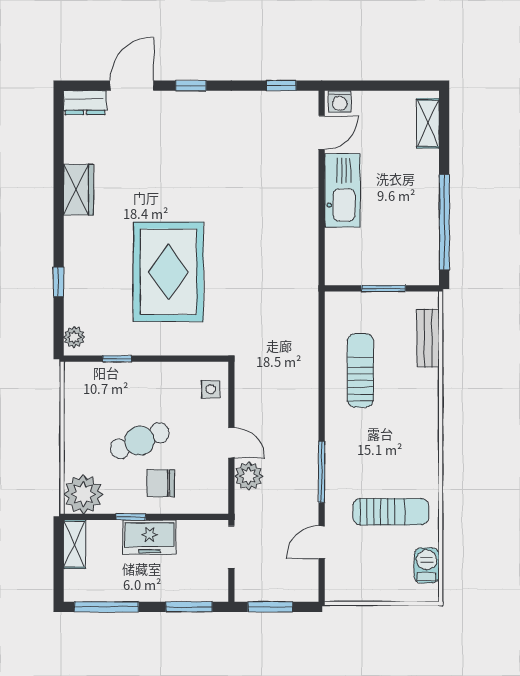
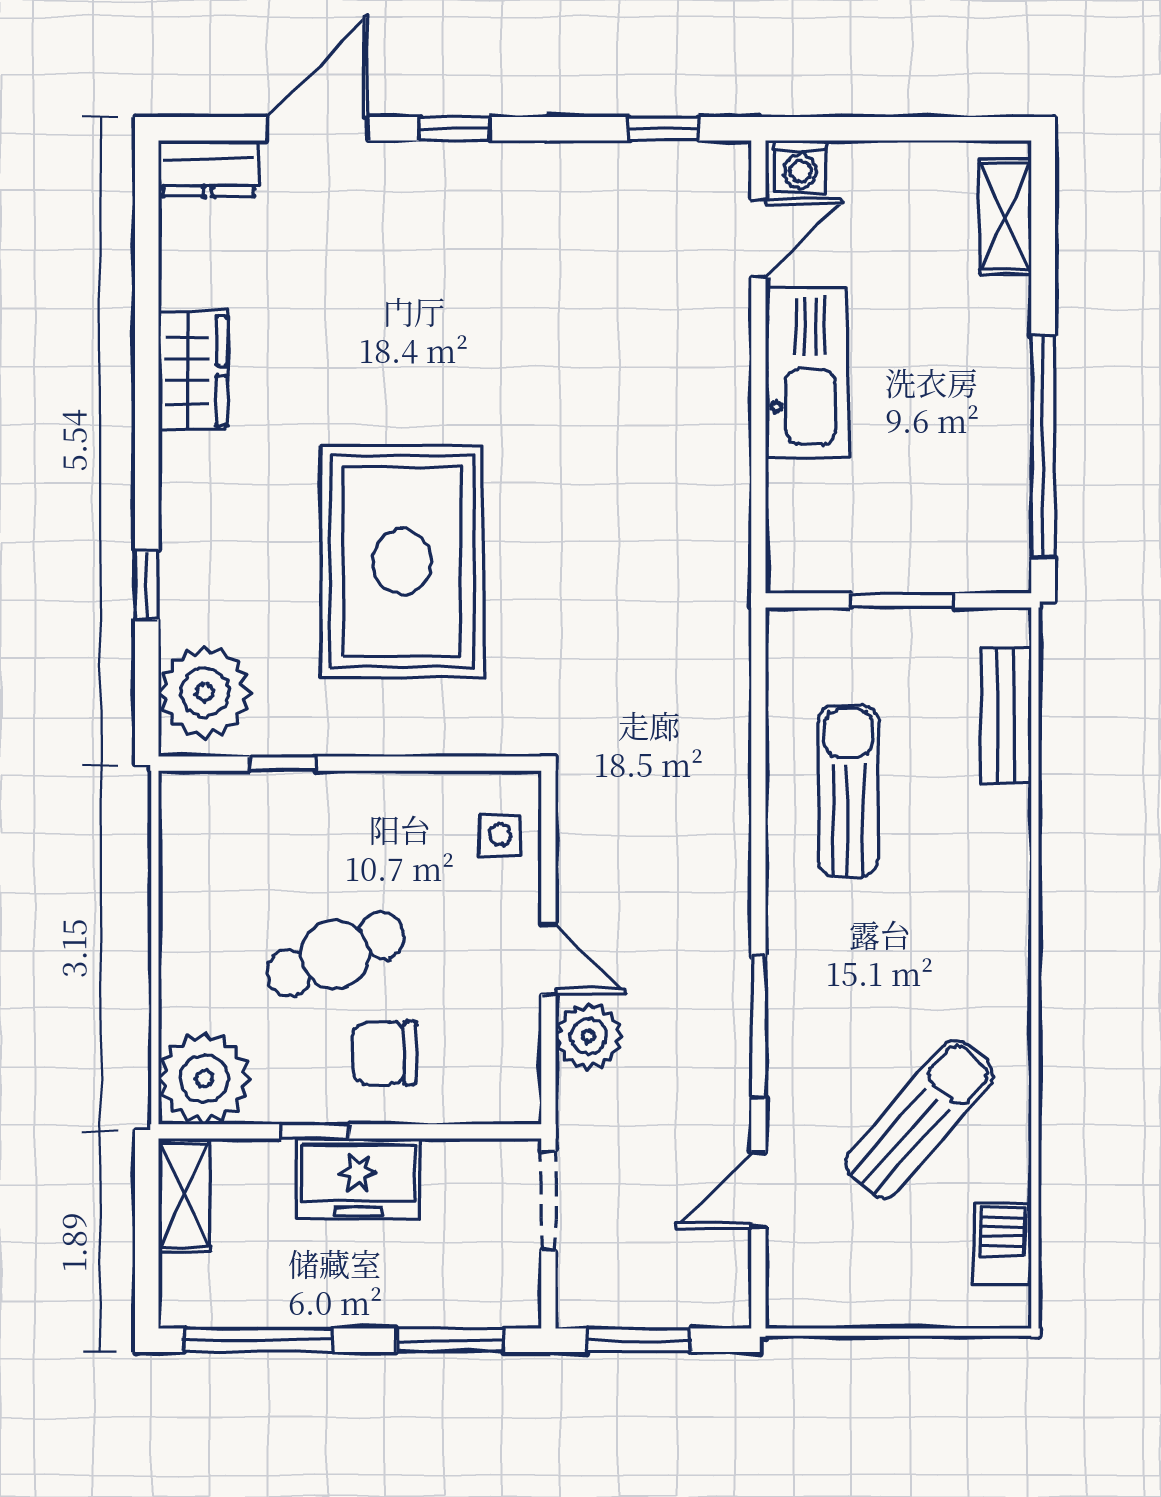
plant: (74, 337) -> (205, 692), width x1.88, depth x1.88
sun lounger: (391, 512) -> (919, 1119), turned -49

